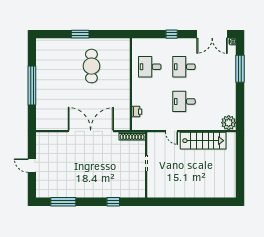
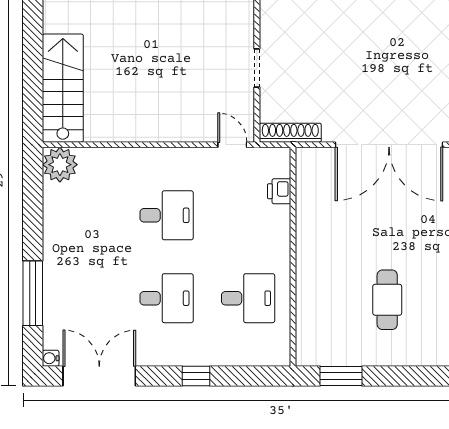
window: (80, 34) -> (341, 376), moved
cafe table: (91, 66) -> (387, 300), width x0.73, depth x0.74
door: (172, 131) -> (232, 145), moved
stairs: (203, 141) -> (63, 88), moved, turned 90

